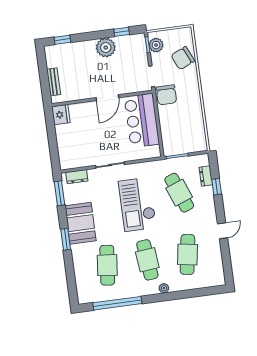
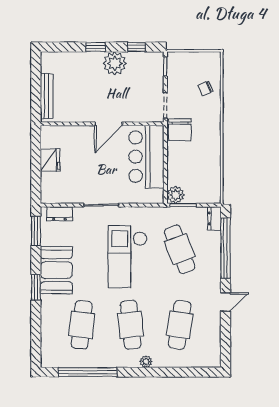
window: (62, 40) -> (96, 47), moved
plant: (156, 45) -> (176, 195), moved
chair: (183, 58) -> (206, 88), width x0.54, depth x0.54
bench: (54, 82) -> (47, 96), width x1.36
fridge: (61, 115) -> (50, 160), moved
dresser: (206, 176) -> (214, 218), moved
window: (217, 187) -> (226, 248), width x3.17

